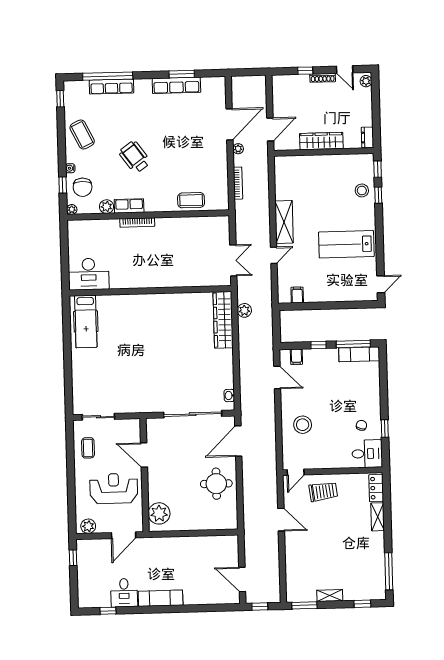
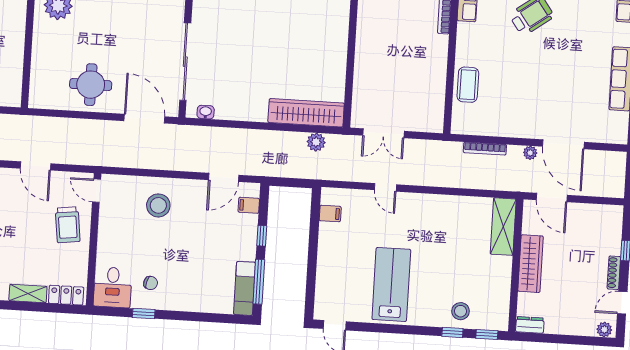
shelving: (284, 222) -> (503, 227), moved, turned 90
door: (281, 520) -> (36, 166), hinge flipped

